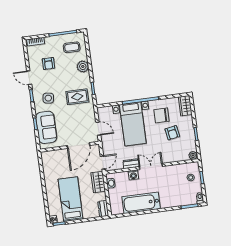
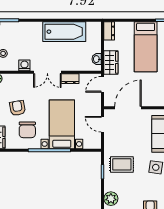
chair: (161, 115) -> (27, 130), turned 90
washing machine: (133, 175) -> (24, 65), moved

